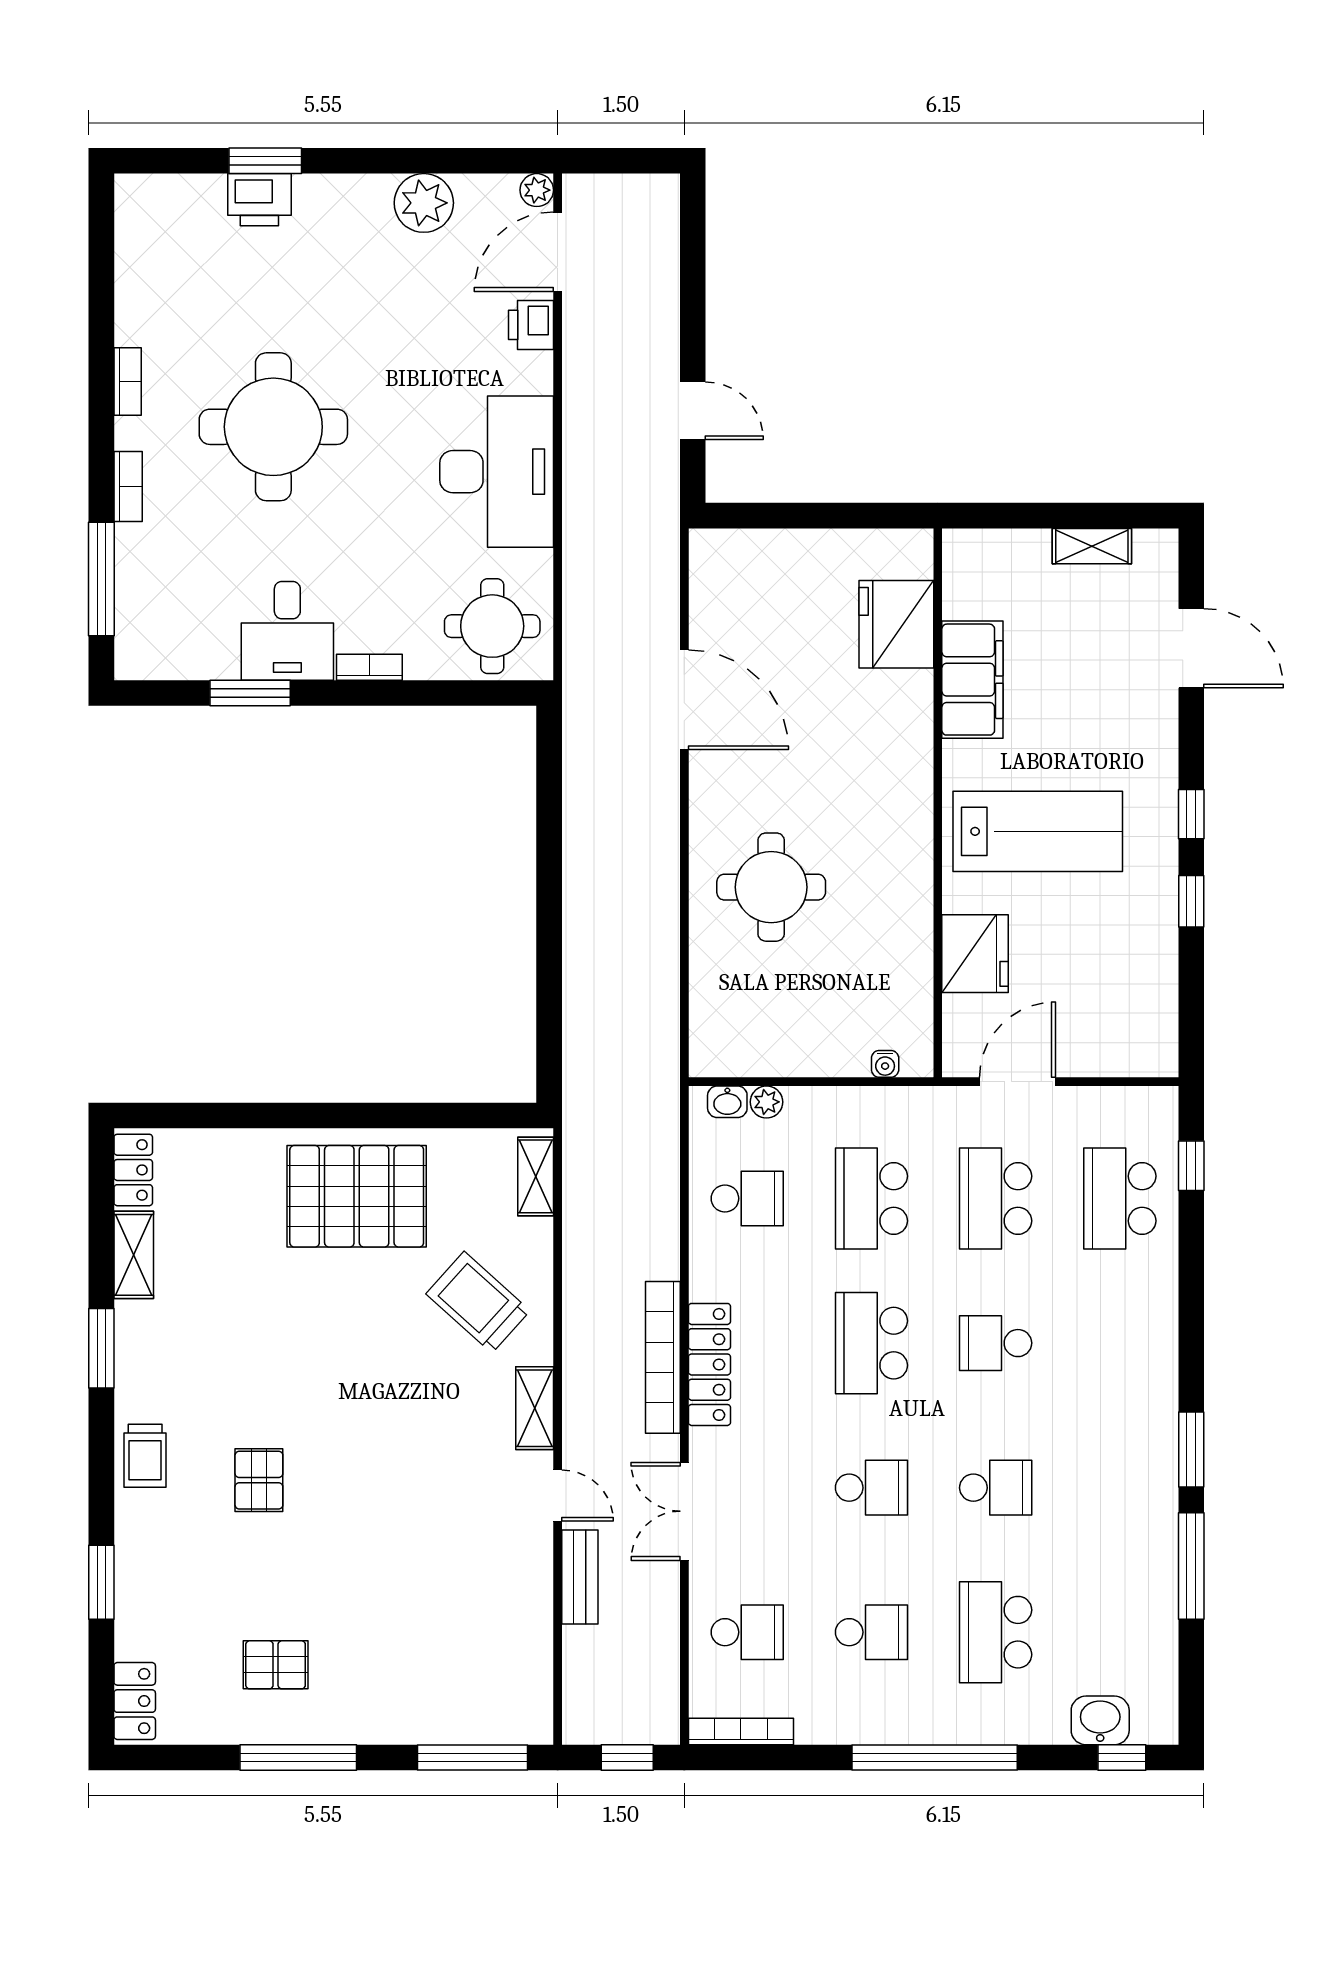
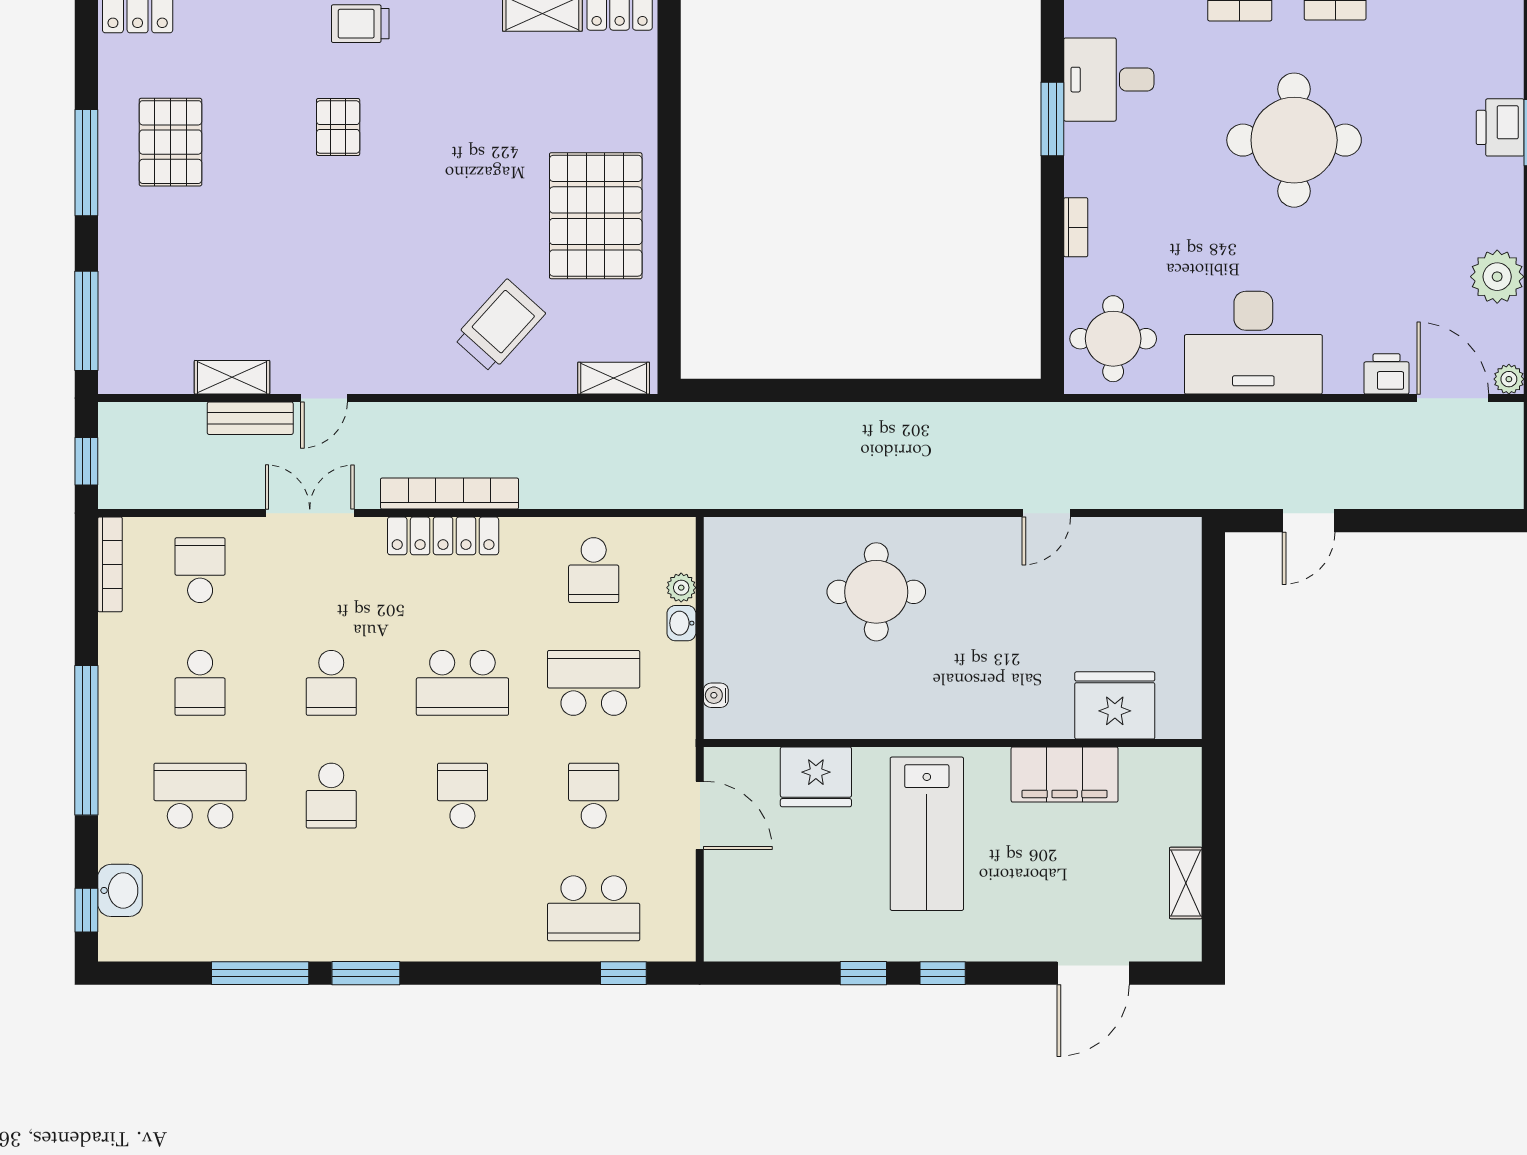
desk: (287, 631) -> (1109, 80), moved
door: (684, 700) -> (1046, 513), width x0.53
washbasin: (727, 1102) -> (681, 623), moved
school desk: (996, 1198) -> (594, 796), width x0.54
school desk: (1120, 1198) -> (594, 908), turned 180
school desk: (871, 1343) -> (462, 683), turned 180
shelving: (535, 1408) -> (232, 377), moved
pallet: (259, 1480) -> (338, 127), turned 90
school desk: (747, 1632) -> (200, 570), turned 180
pallet: (276, 1665) -> (170, 142), width x1.50, depth x1.42

